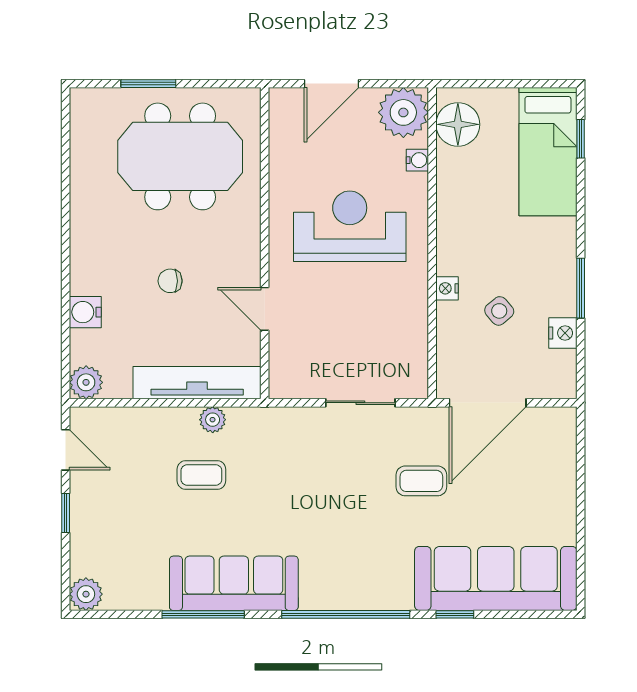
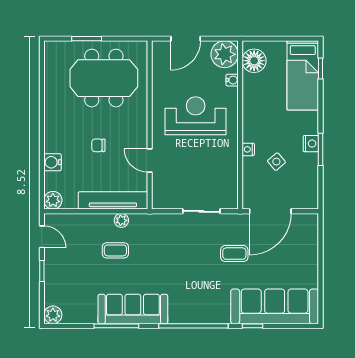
nightstand: (563, 333) -> (311, 144), moved

